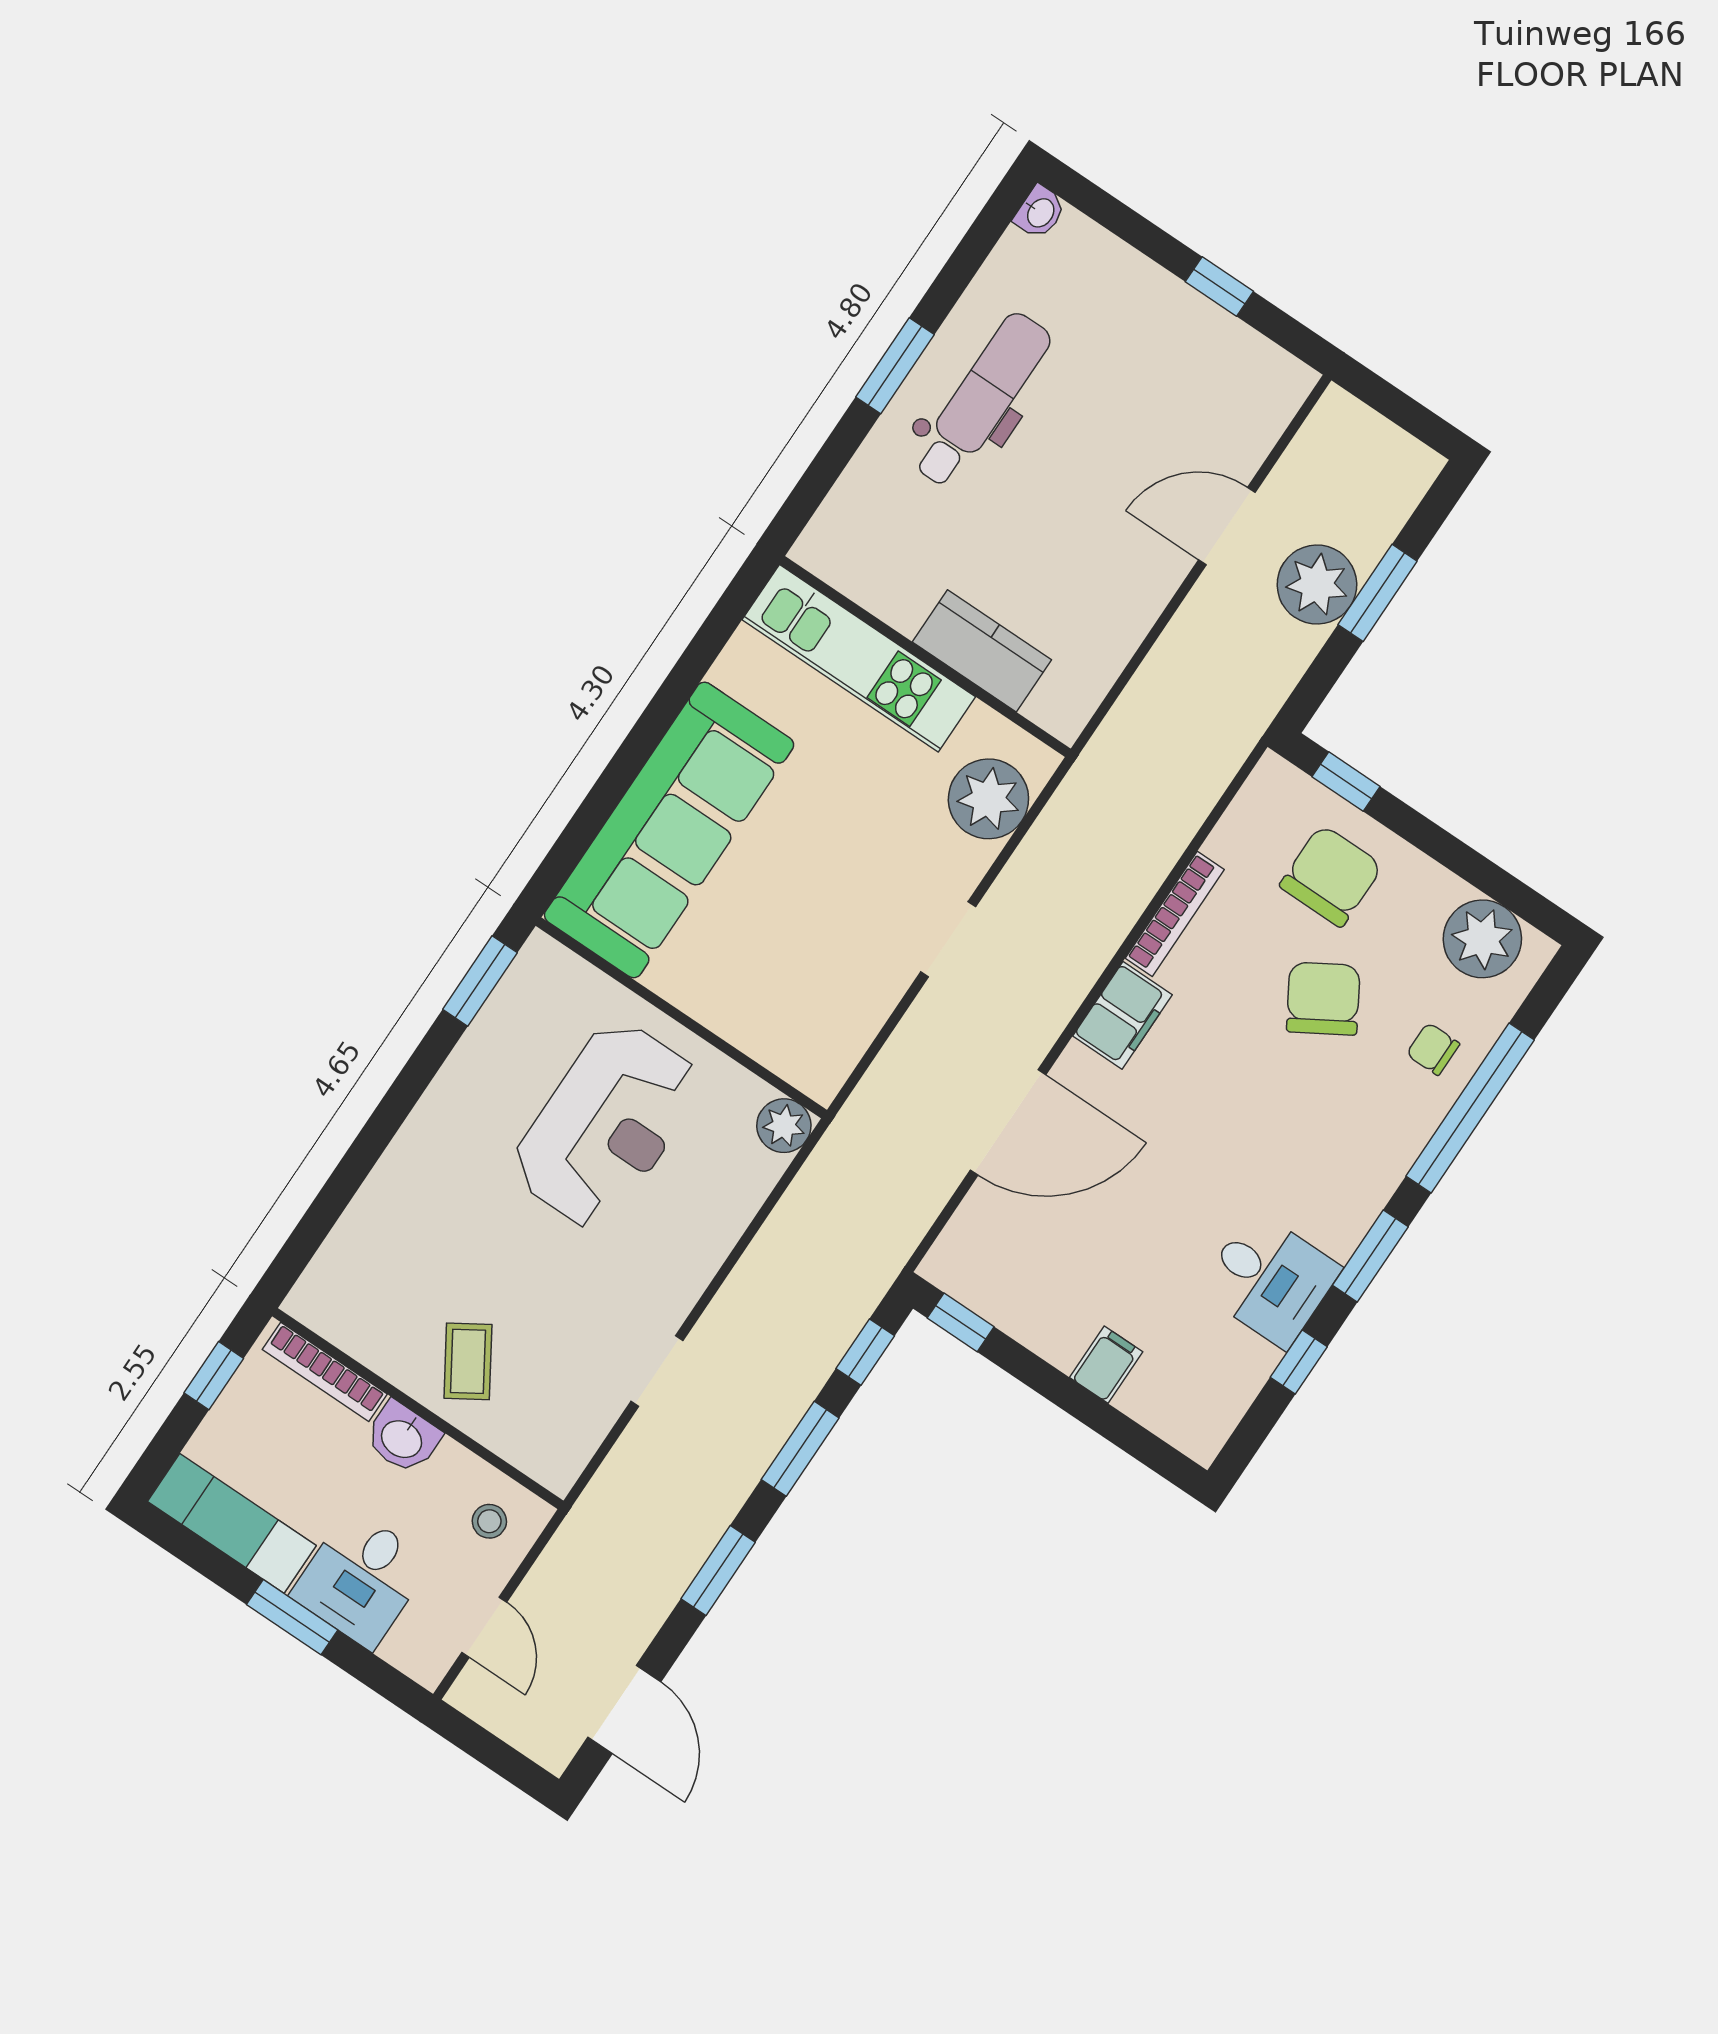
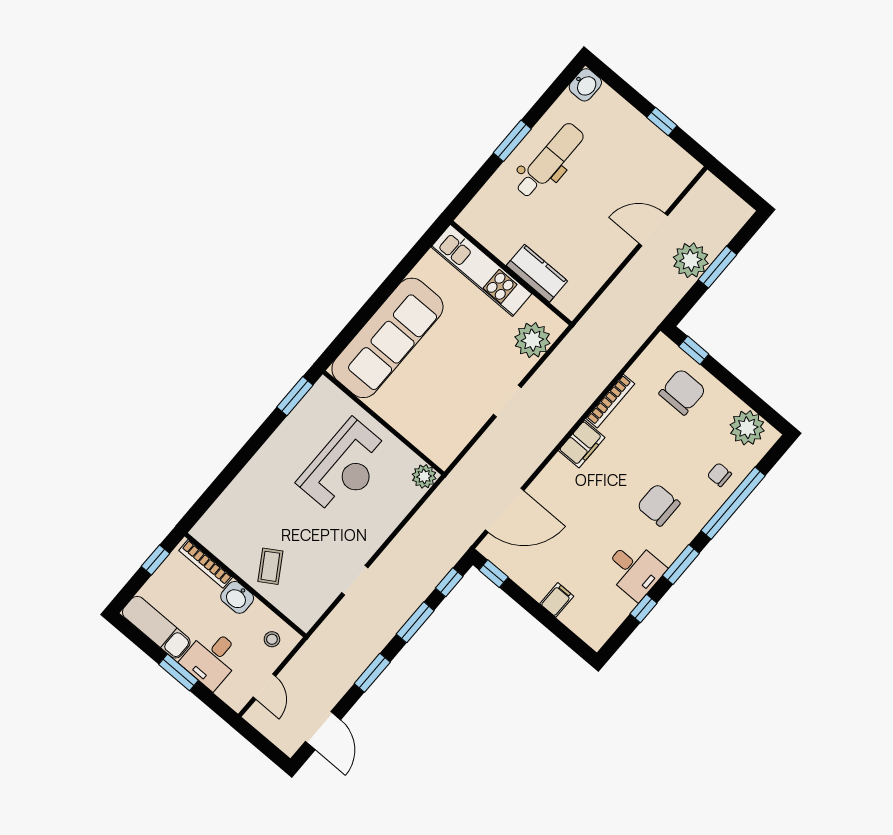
washbasin: (1040, 212) -> (585, 85), width x1.38, depth x1.45
chair: (1323, 999) -> (659, 505), moved, turned -59
door: (1008, 1122) -> (505, 510), moved

